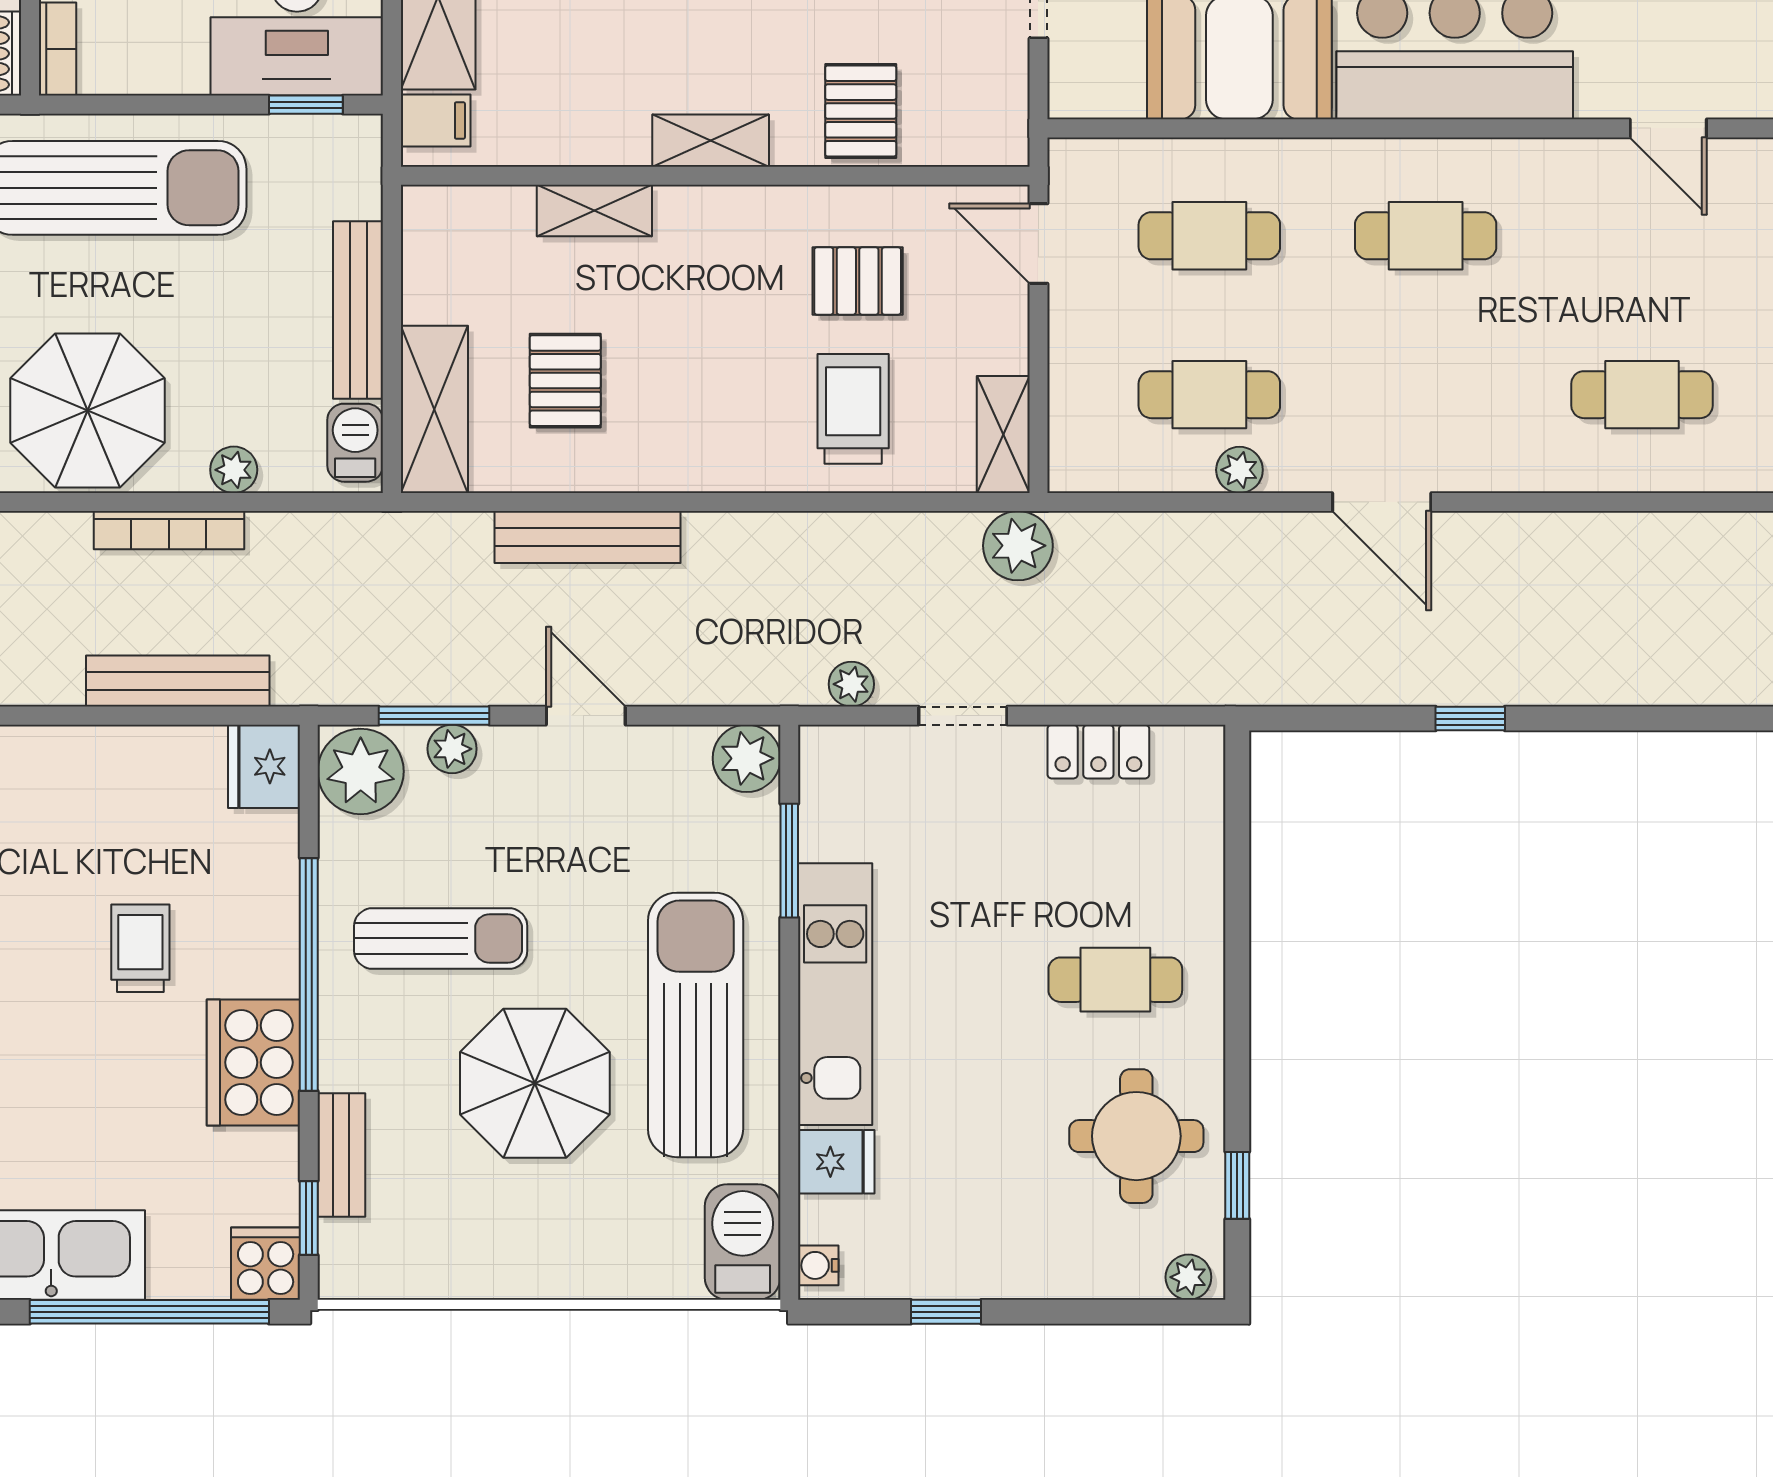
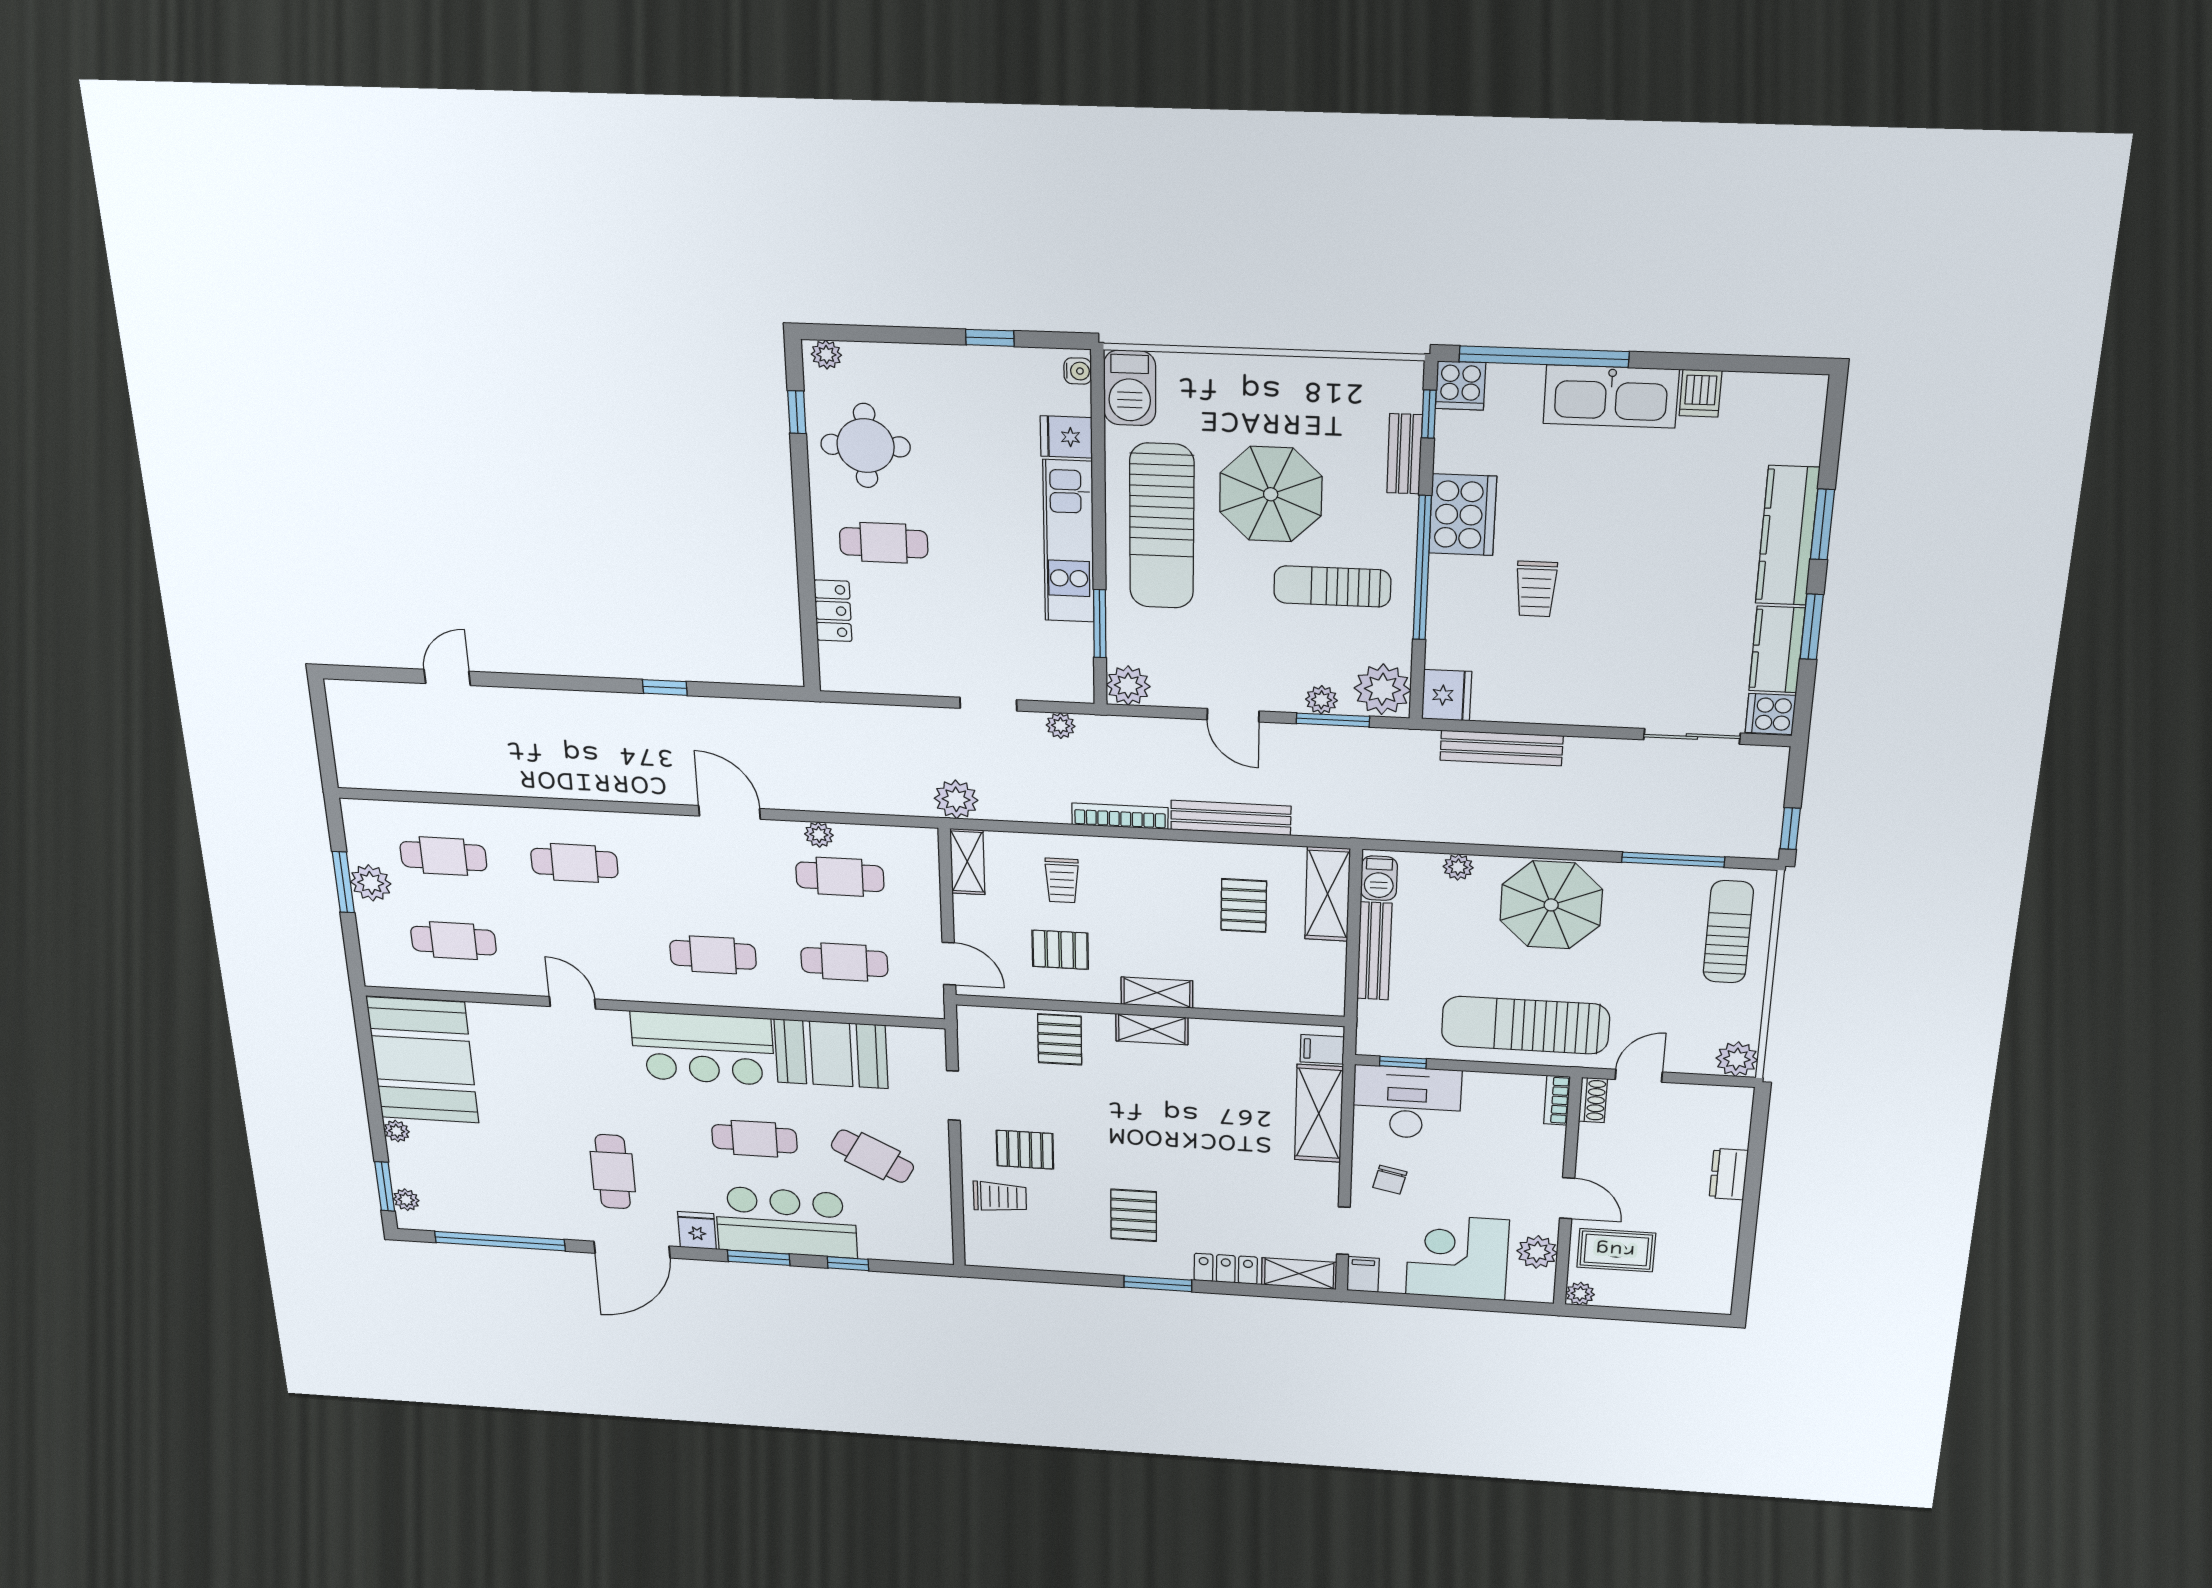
shelving: (594, 211) -> (1157, 993), moved
trolley: (853, 409) -> (1062, 881), width x0.73, depth x0.72
bookcase: (169, 530) -> (1120, 816), moved
locker: (1098, 752) -> (833, 611), moved, turned 90

